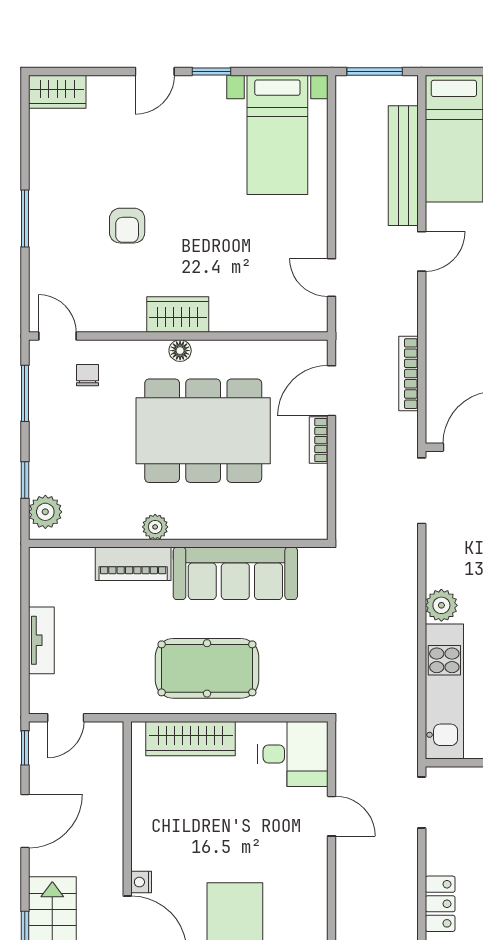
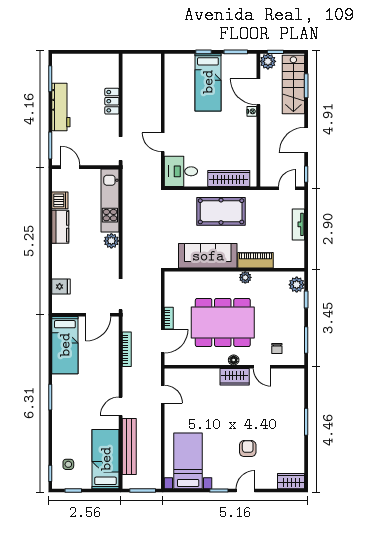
armchair: (127, 226) -> (248, 449), moved
door: (57, 336) -> (262, 367), moved

